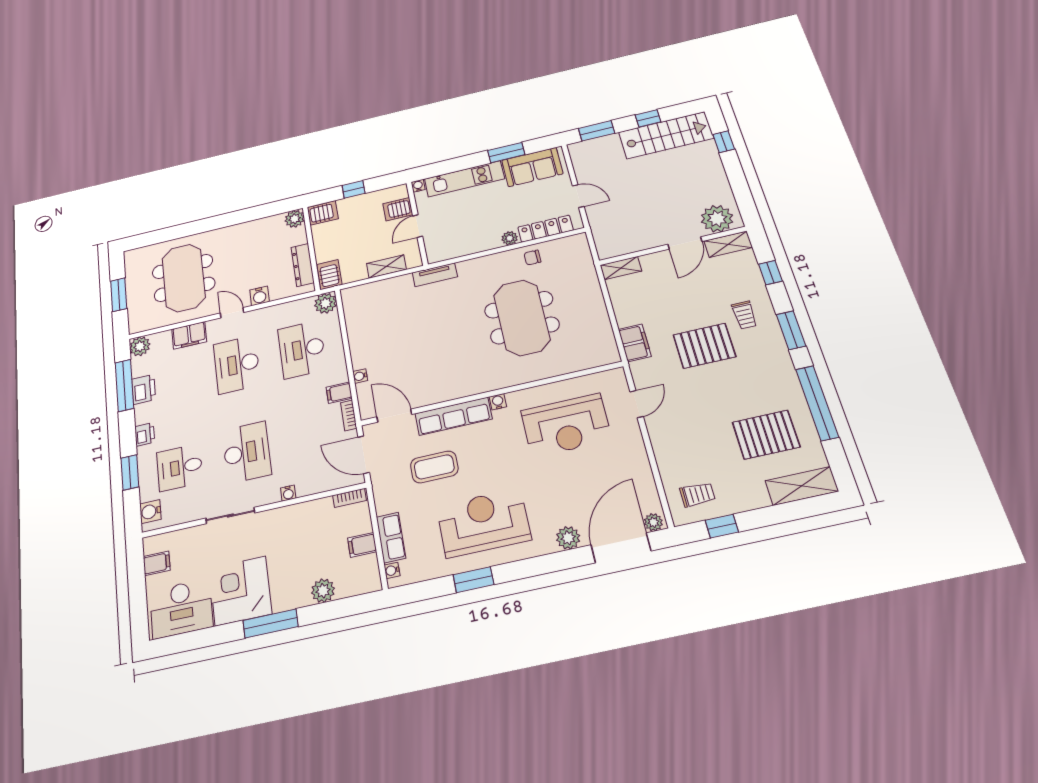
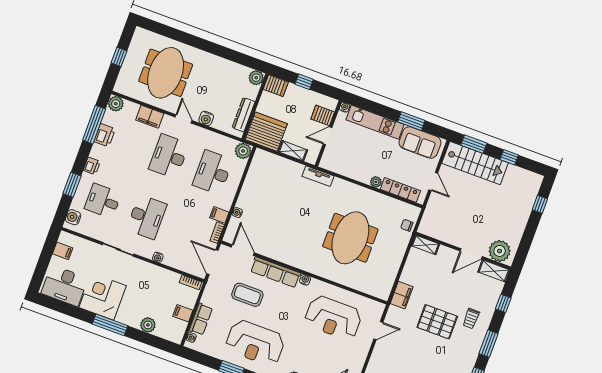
stairs: (666, 135) -> (475, 163), moved
chair: (532, 258) -> (407, 225), moved
server rack: (329, 275) -> (266, 132), width x2.18, depth x1.44
window: (119, 295) -> (119, 57), width x0.67
reception desk: (484, 523) -> (255, 343), turned 180

